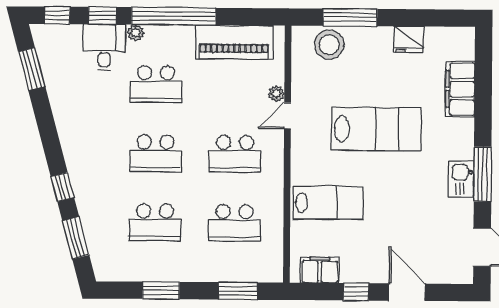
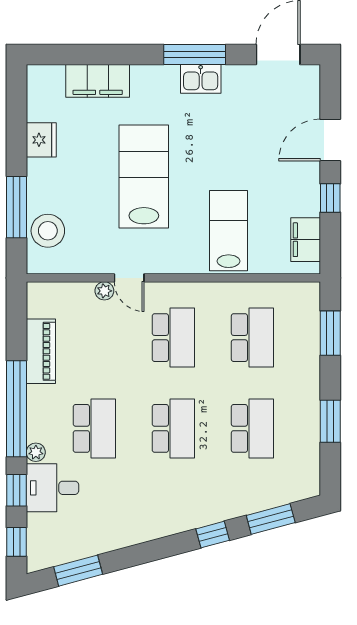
piano: (234, 42) -> (41, 351), width x0.73, depth x0.75

